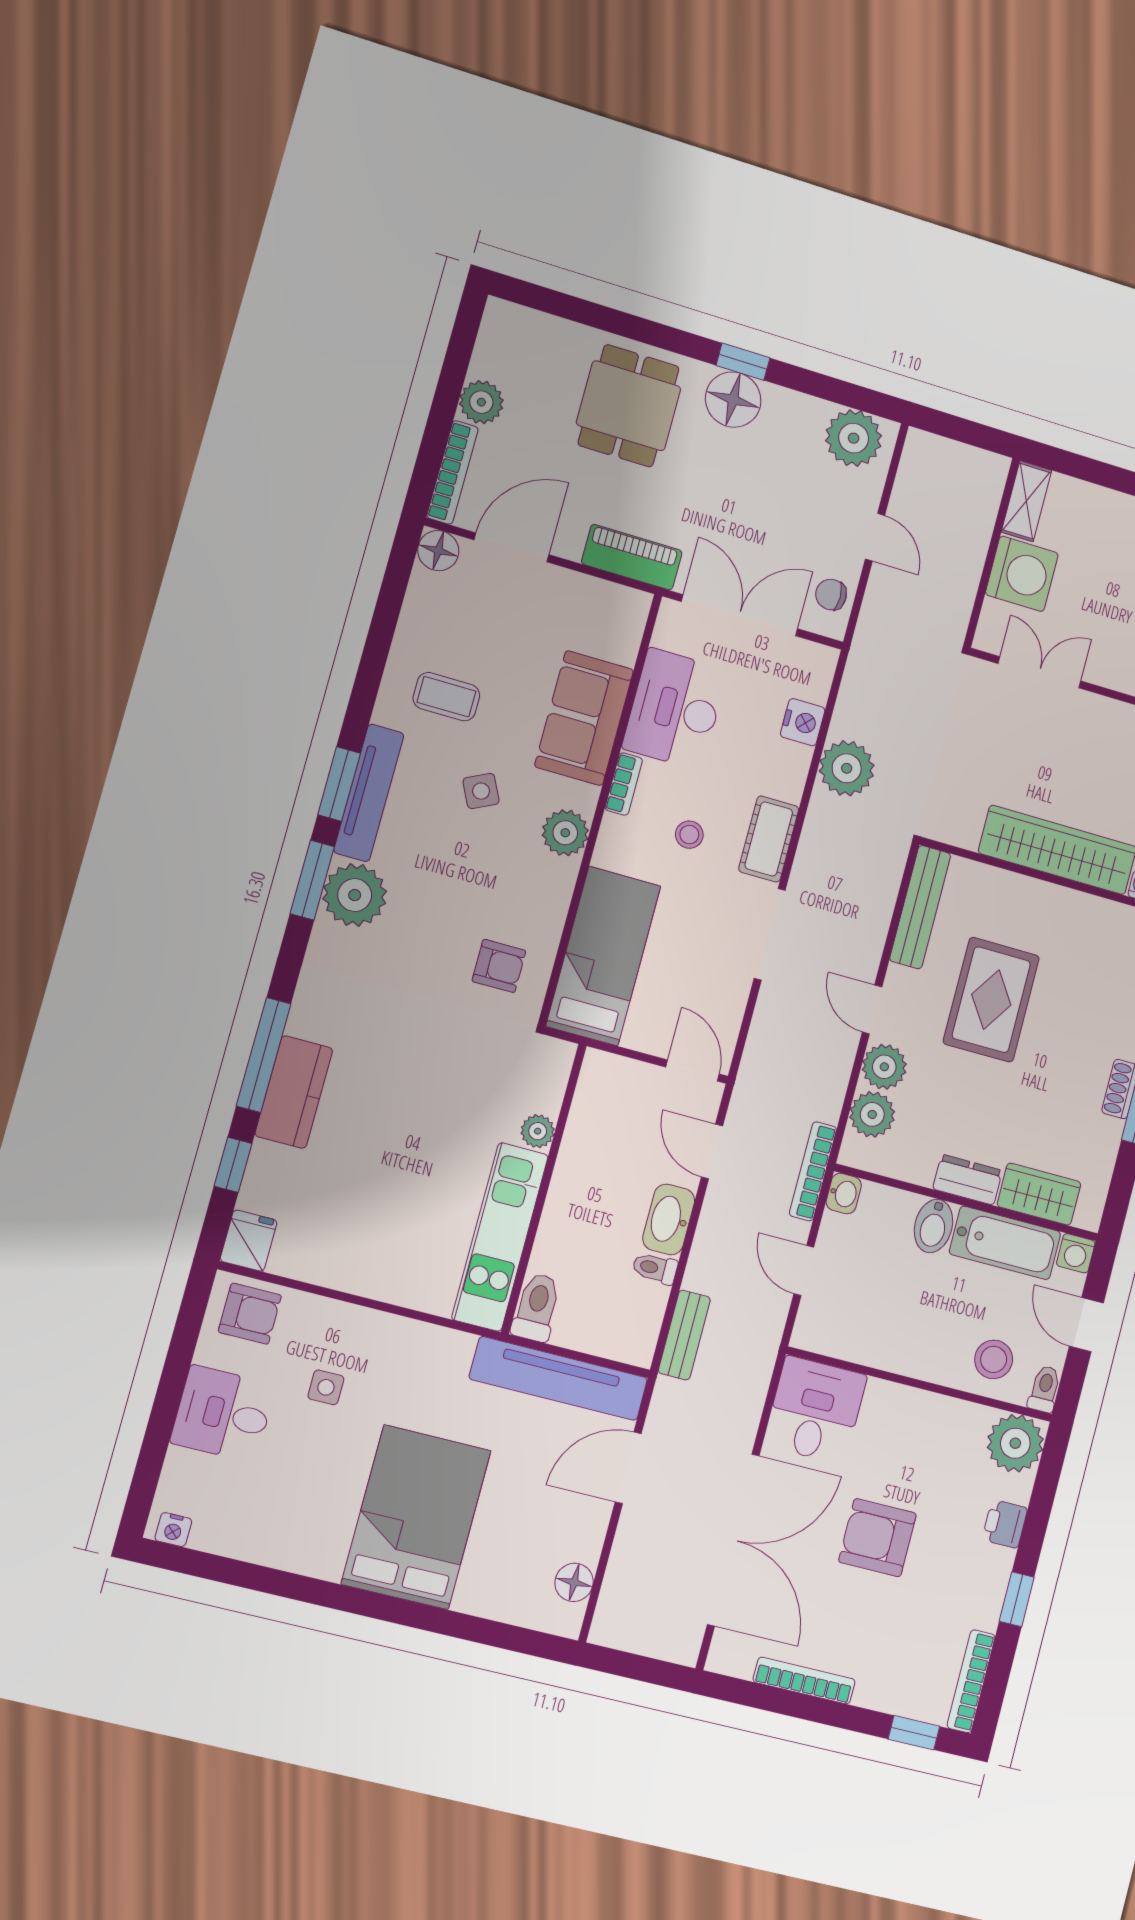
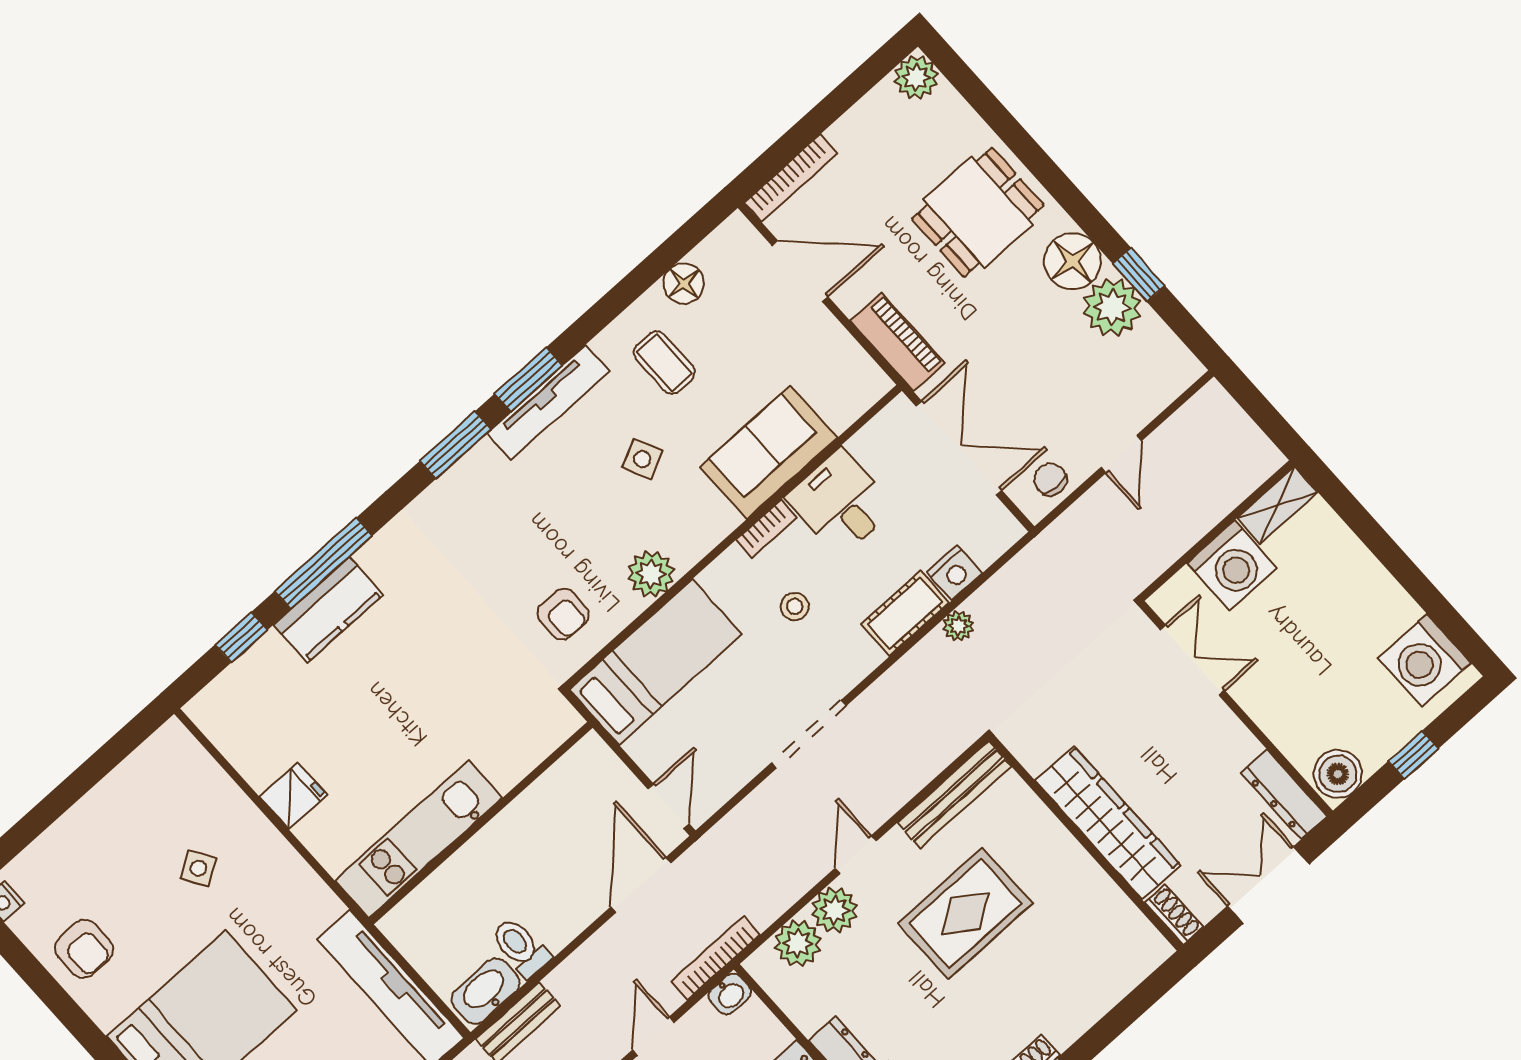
window: (743, 362) -> (1139, 275), moved
plant: (481, 402) -> (916, 77), moved
plant: (854, 438) -> (1112, 307), moved
floor lamp: (438, 551) -> (684, 284), moved
desk: (675, 709) -> (840, 503), width x0.73
plant: (847, 768) -> (958, 626), width x0.53, depth x0.53
plant: (565, 833) -> (651, 574), moved
cot: (769, 839) -> (905, 613), moved
plant: (355, 895) -> (482, 479), removed
plant: (538, 1131) -> (506, 772), removed
door: (712, 1151) -> (641, 885), width x1.38
washbasin: (669, 1219) -> (486, 991), moved
fridge: (249, 1241) -> (293, 796), moved
toilet: (655, 1268) -> (521, 948), width x1.37, depth x1.39
toilet: (537, 1307) -> (411, 917), removed
armchair: (250, 1314) -> (84, 949), moved
side table: (326, 1387) -> (198, 868), turned -32
desk: (223, 1414) -> (103, 834), removed

